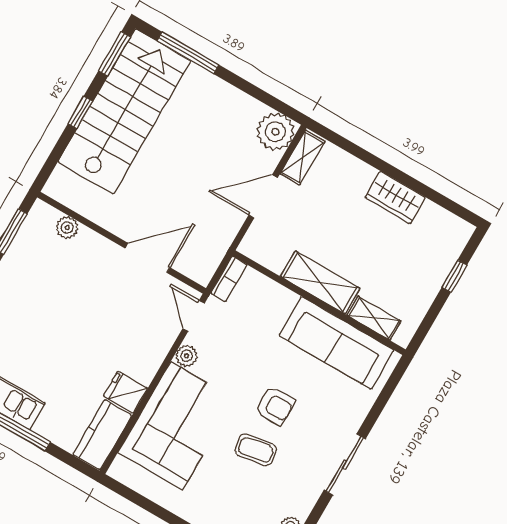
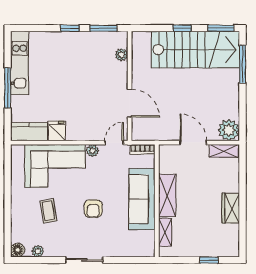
sofa: (336, 343) -> (142, 199), moved
coffee table: (256, 450) -> (48, 211), moved

